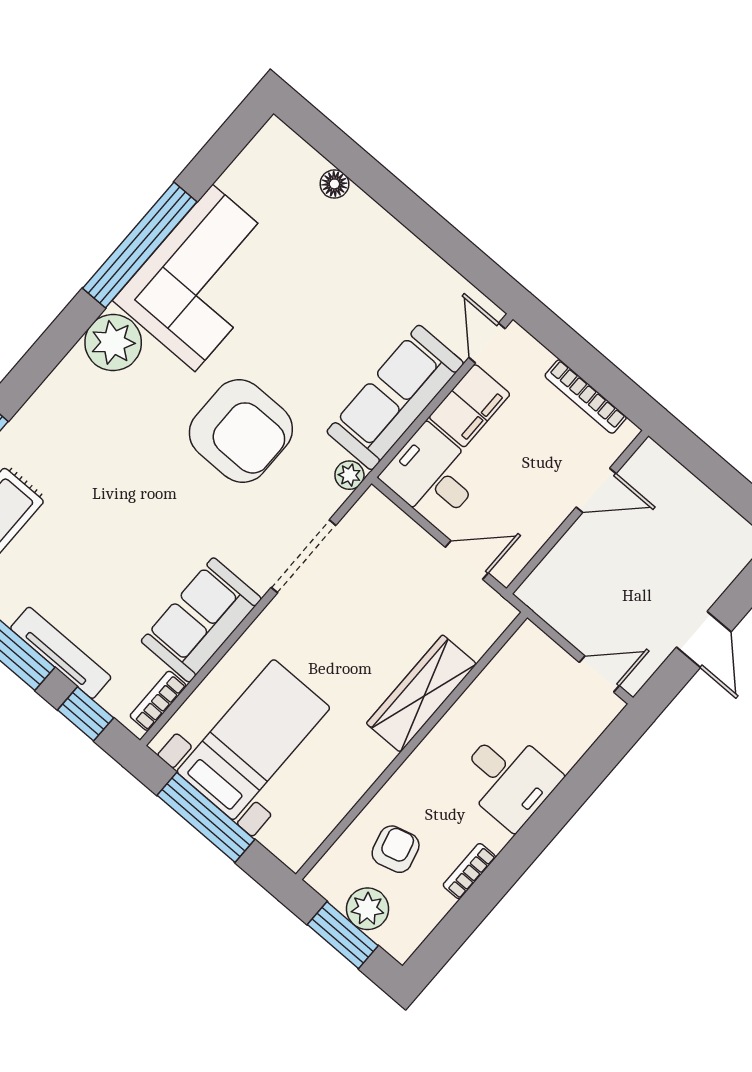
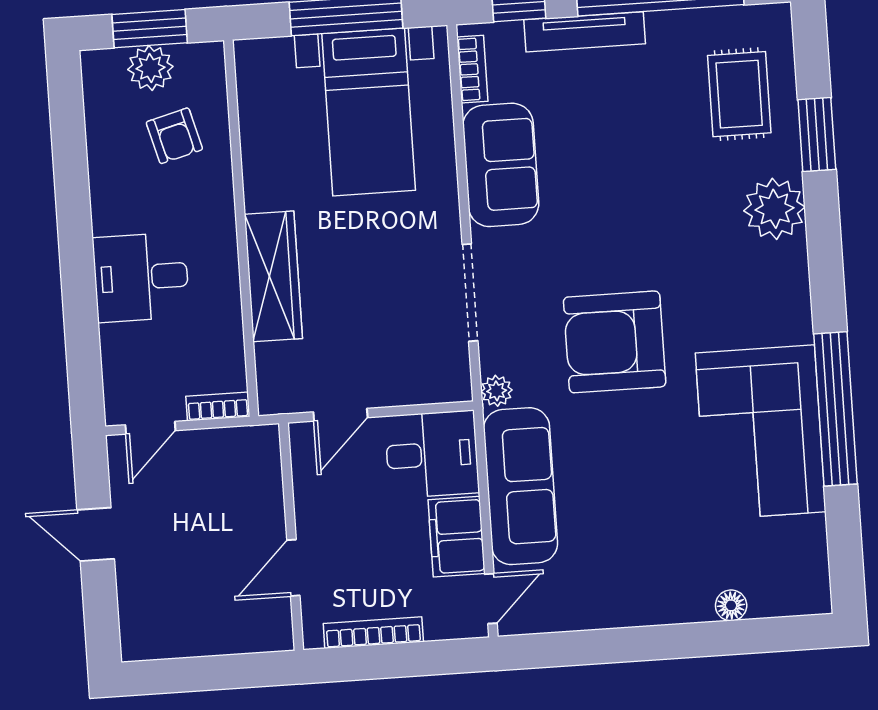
plant: (113, 343) -> (774, 209), moved
door: (487, 343) -> (491, 599), hinge flipped
bookcase: (469, 871) -> (218, 406), moved, turned -90

